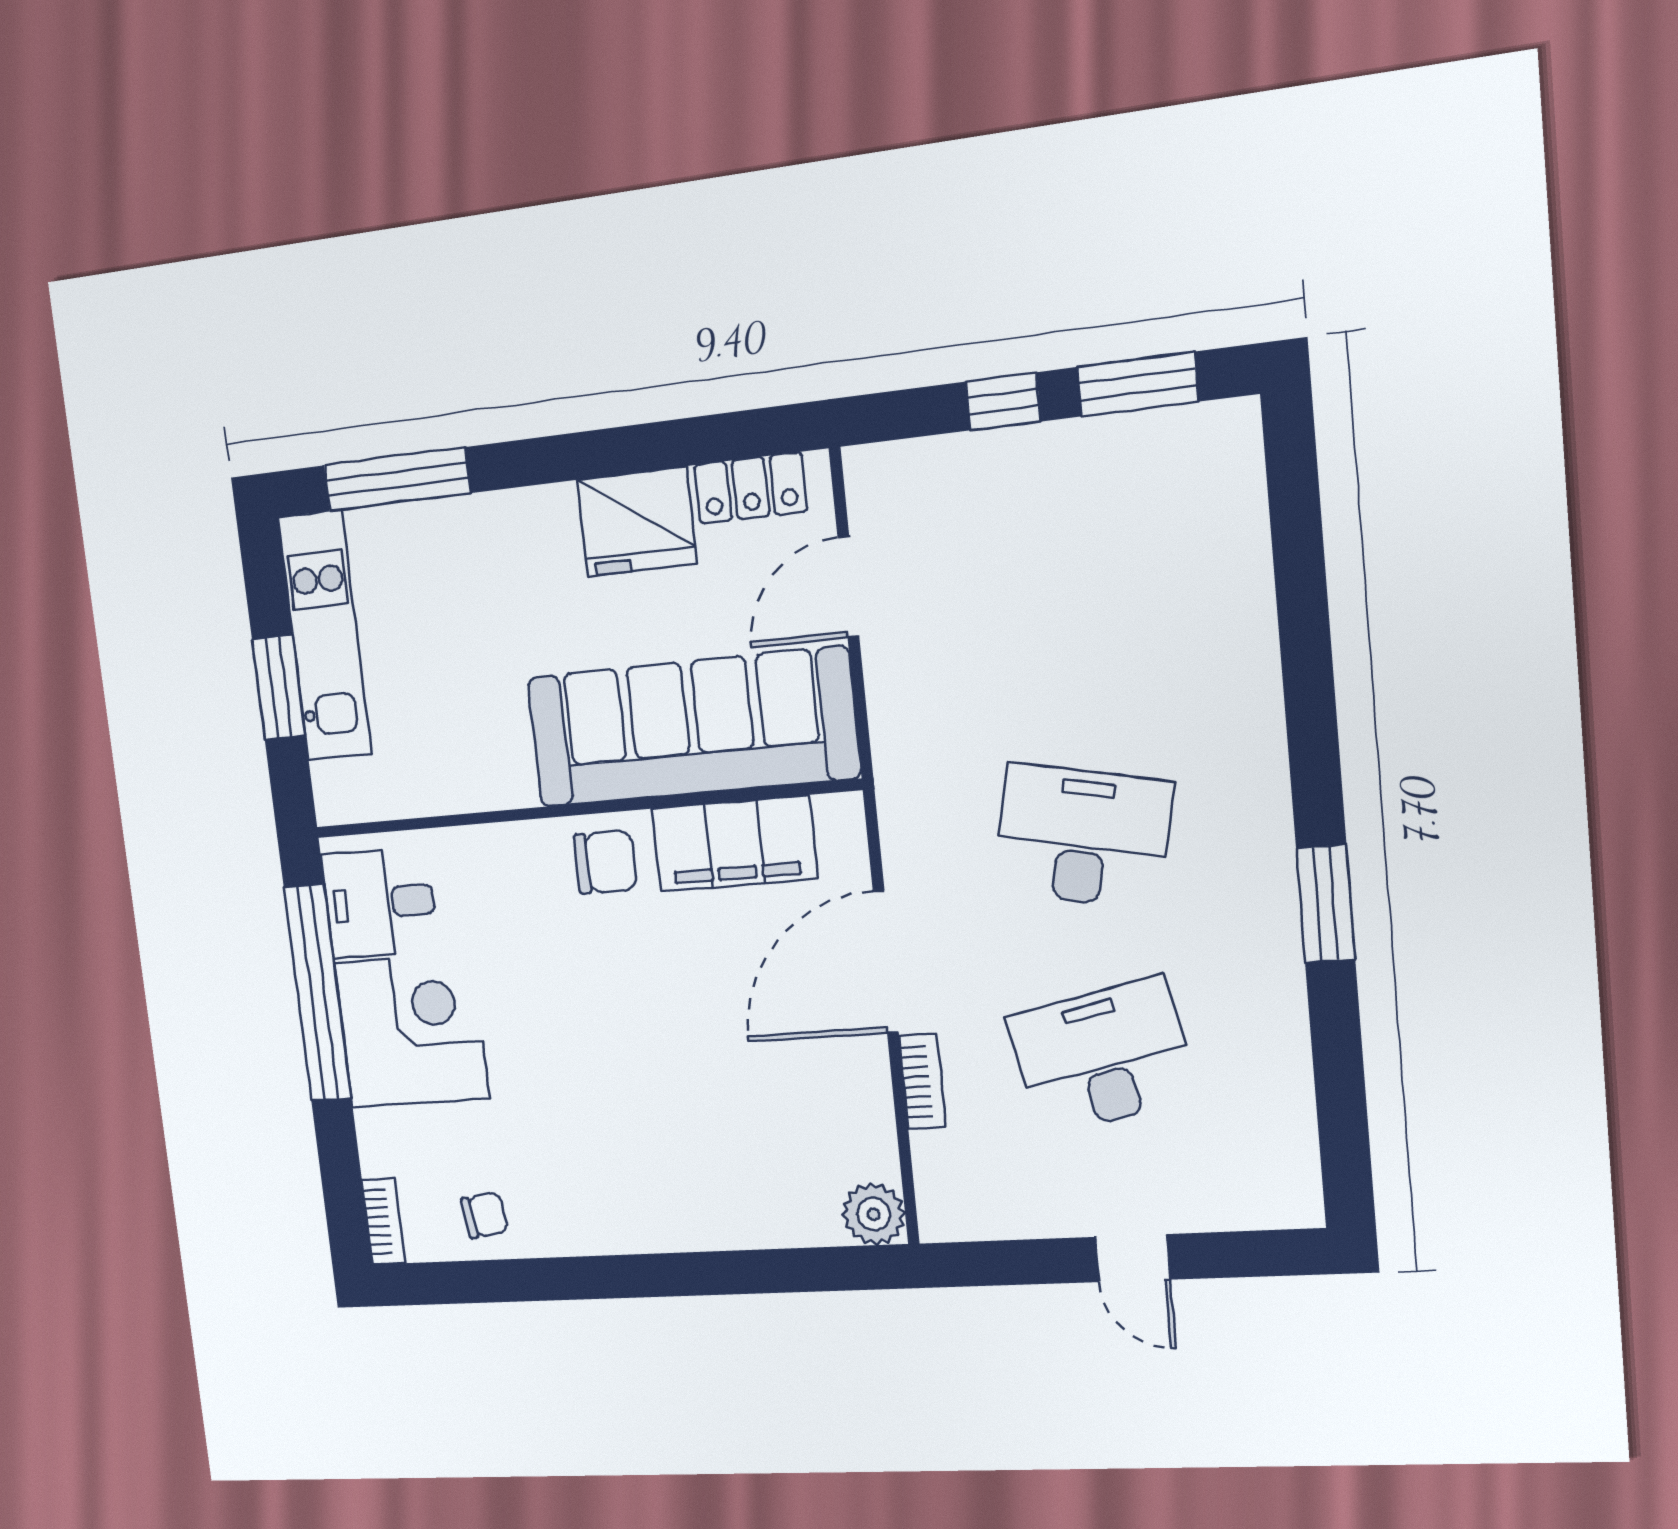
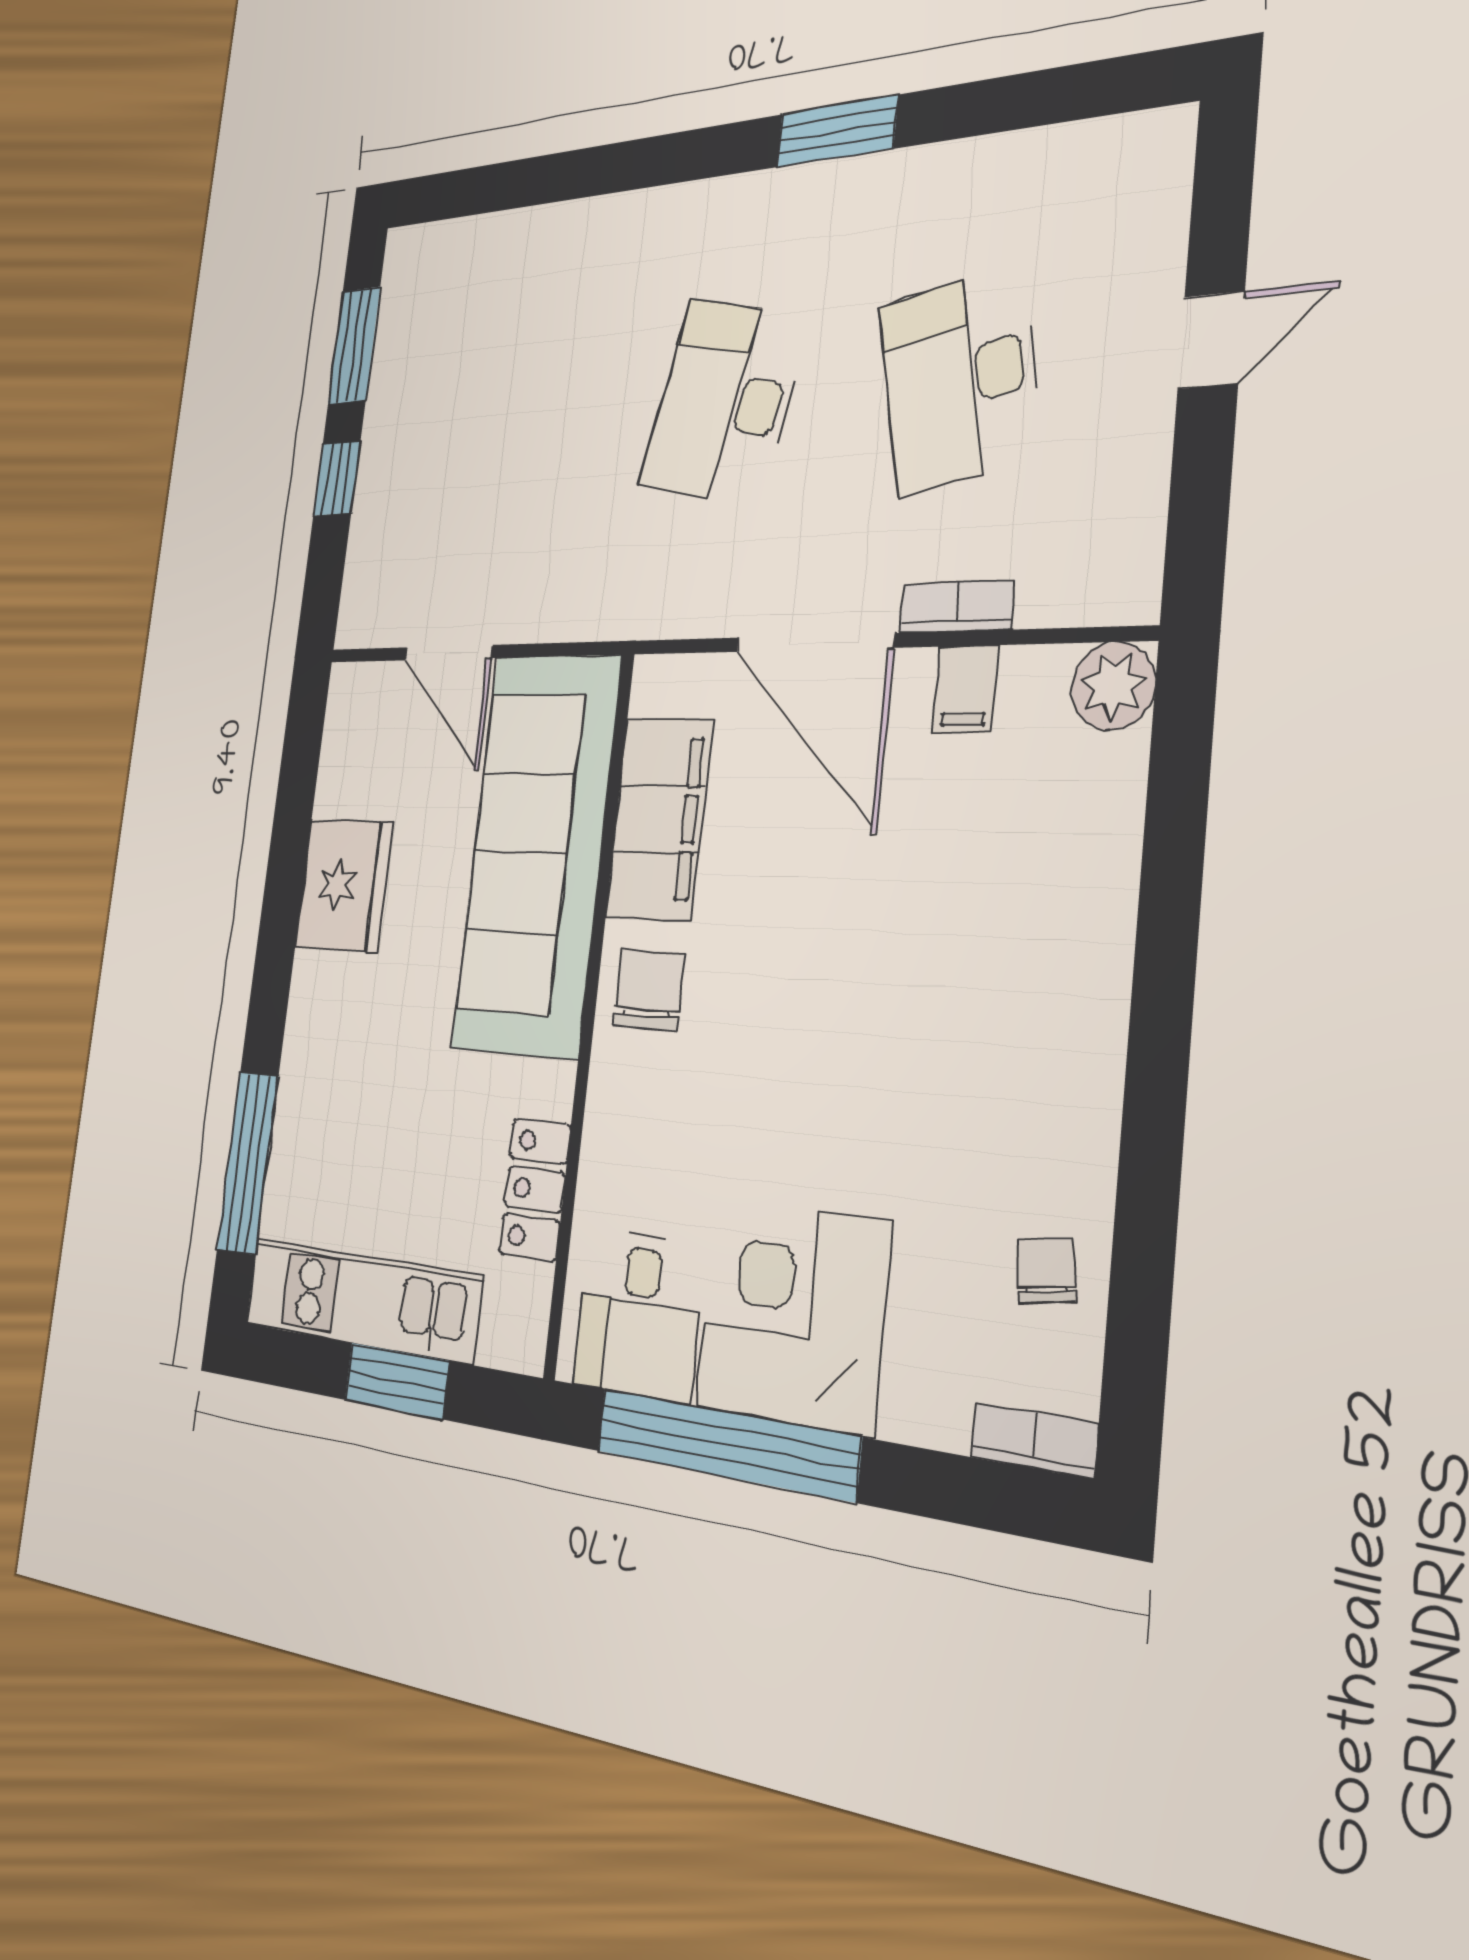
locker: (751, 488) -> (535, 1189), moved, turned 180
filing cabinet: (861, 1098) -> (965, 689), added

